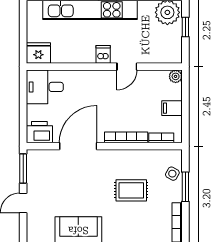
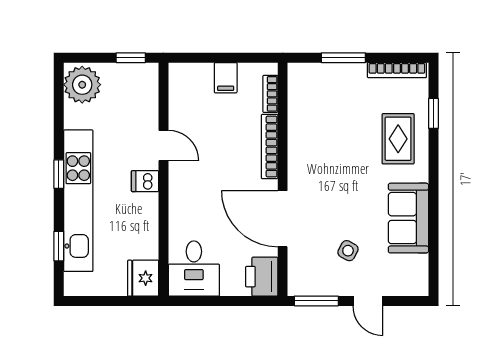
window: (185, 27) -> (131, 58), moved
plant: (176, 76) -> (178, 72), removed
side table: (172, 174) -> (348, 251), moved
rug: (131, 190) -> (398, 139), moved

